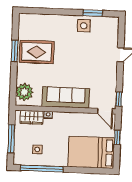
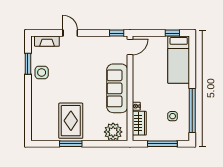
fireplace: (114, 32) -> (47, 41), added
window: (117, 138) -> (172, 33), moved
bed: (91, 152) -> (179, 60), width x0.67

